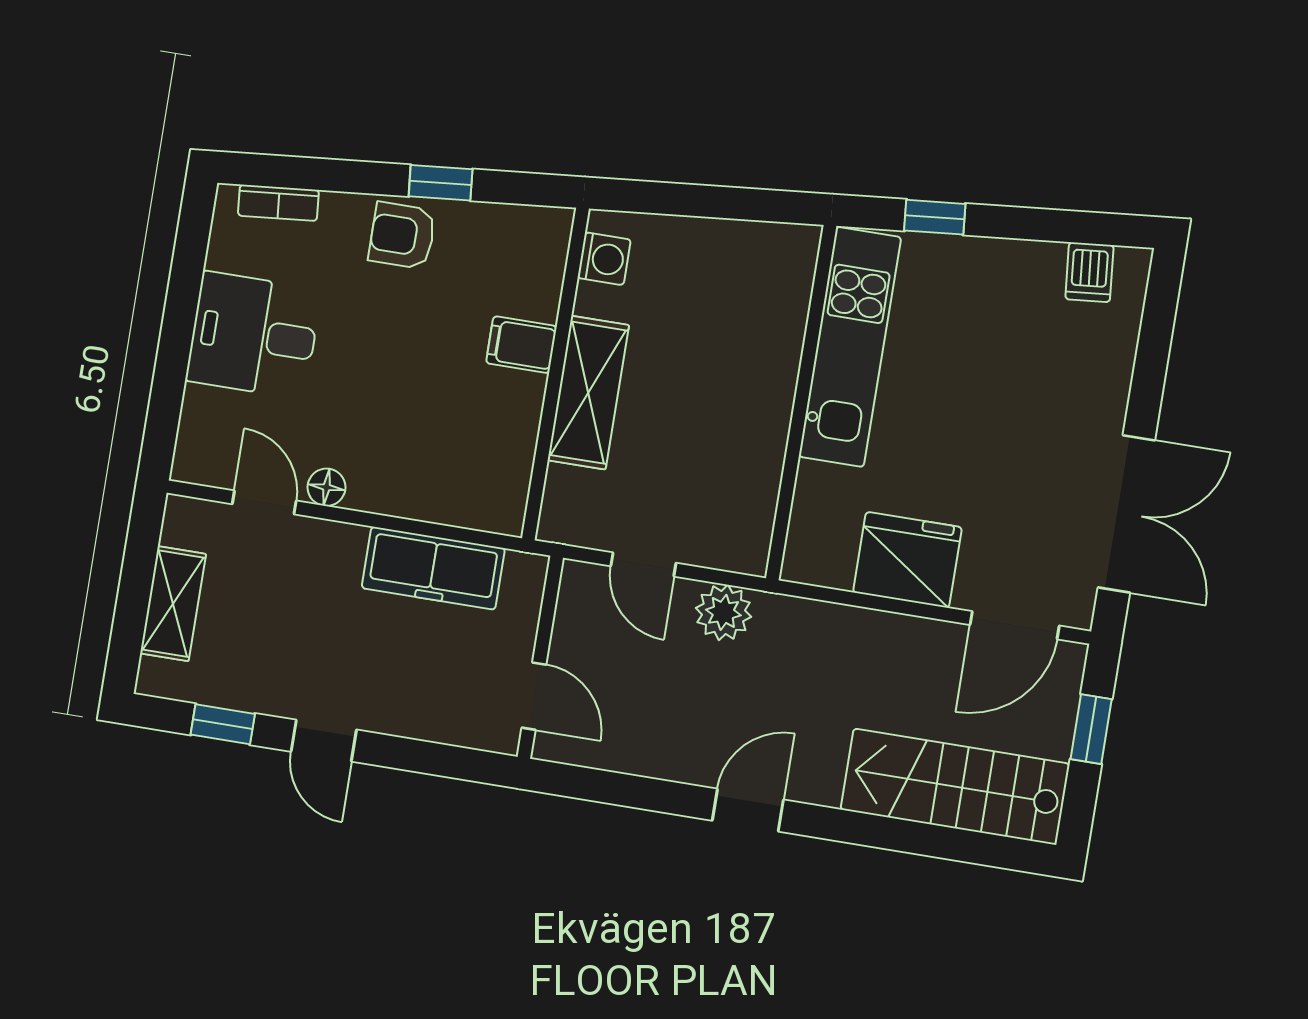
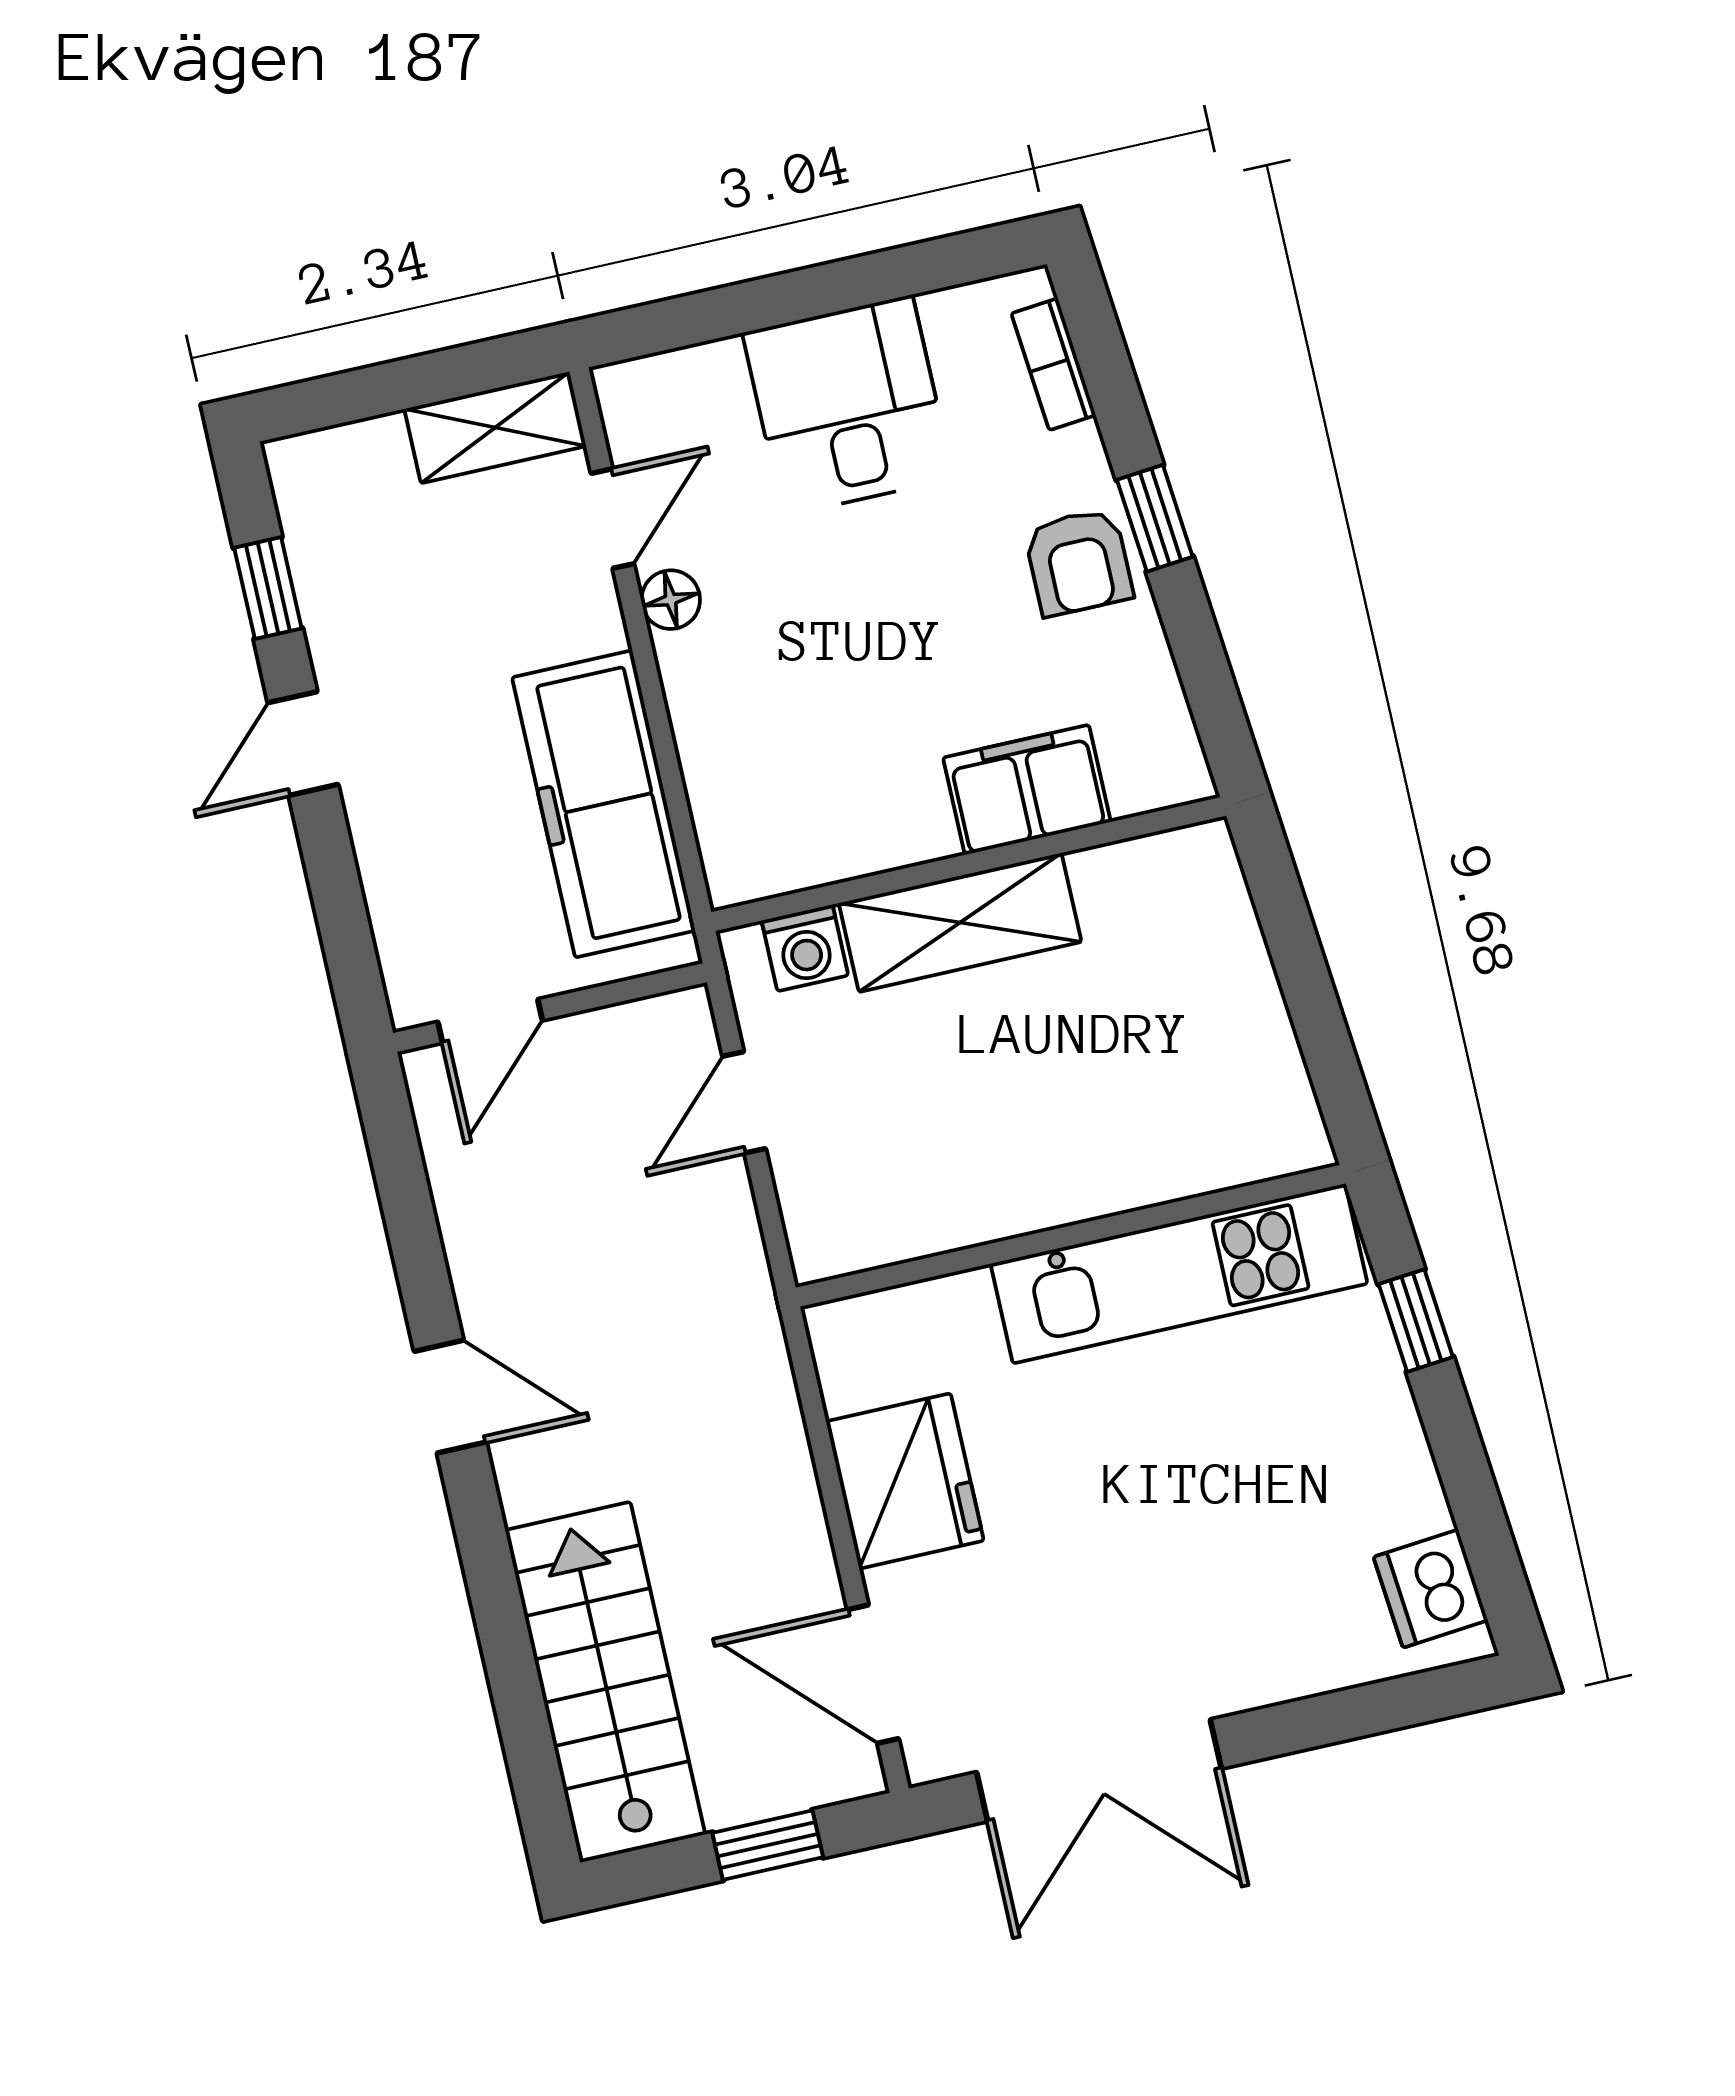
window: (441, 183) -> (1155, 518), moved
armchair: (402, 236) -> (1079, 562), turned 180
washing machine: (604, 259) -> (805, 948), moved
dishwasher: (1089, 272) -> (1431, 1589), width x1.38
filing cabinet: (521, 345) -> (1027, 790), width x2.00
freezer: (433, 568) -> (604, 804), width x1.36, depth x1.26
shelving: (173, 604) -> (495, 427), moved
plant: (723, 612) -> (722, 1246), removed

